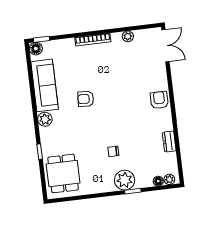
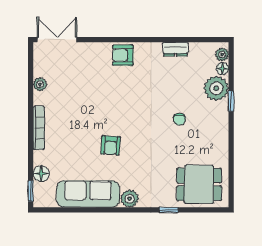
floor lamp: (36, 49) -> (41, 174), moved
plant: (125, 180) -> (216, 88), moved

